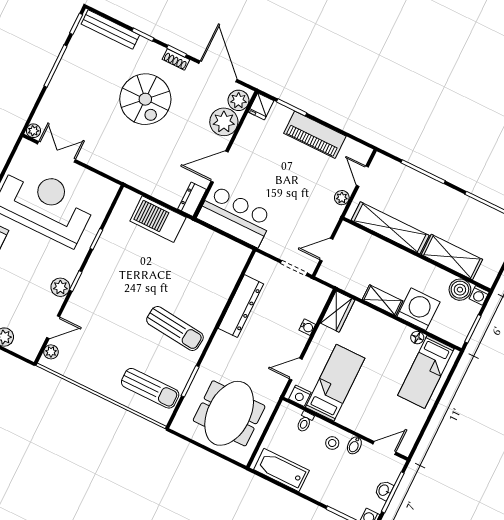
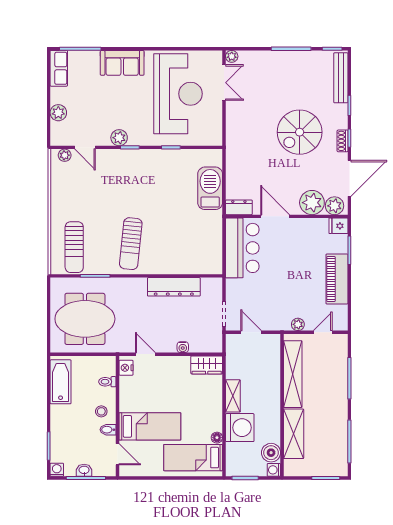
bed: (335, 383) -> (150, 426), moved

